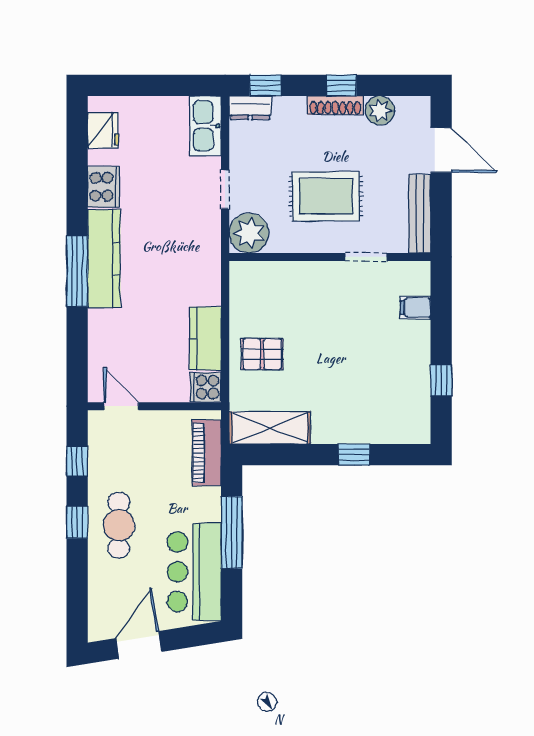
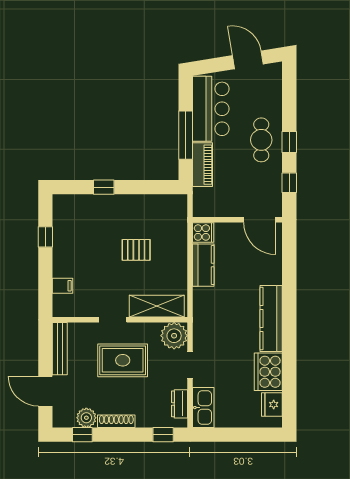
window: (341, 85) -> (82, 435), moved
dresser: (250, 108) -> (180, 404), moved, turned -90
cooker: (103, 187) -> (268, 372), width x1.37, depth x1.31
doorway: (366, 257) -> (113, 320), moved
window: (77, 271) -> (289, 310), removed
pallet: (262, 354) -> (136, 250), moved
door: (121, 406) -> (260, 220), width x1.38
shelving: (270, 428) -> (157, 306), moved
piano: (206, 453) -> (203, 165), moved
door: (139, 645) -> (248, 60), swing flipped

